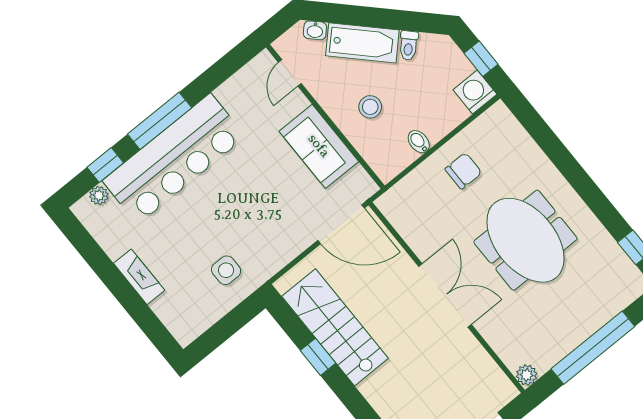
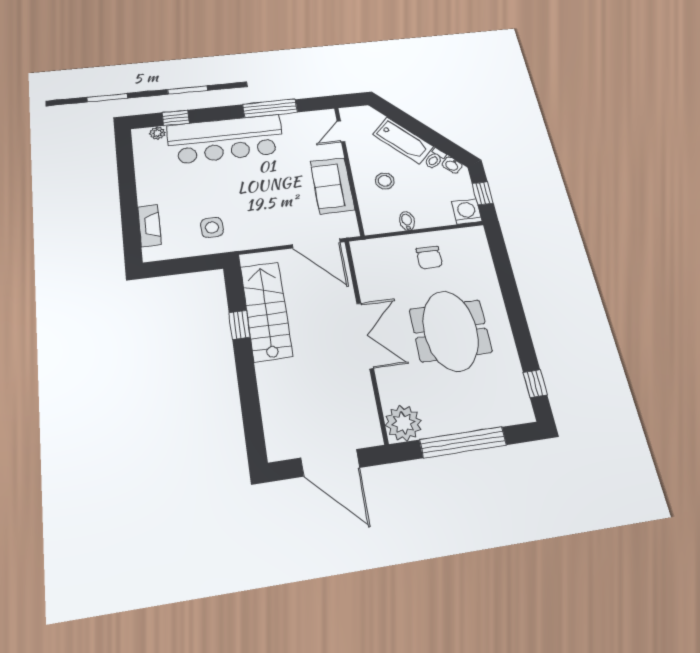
washbasin: (315, 30) -> (452, 165), moved
window: (160, 121) -> (270, 108), moved
chair: (463, 171) -> (429, 258), turned 90
fireplace: (139, 277) -> (149, 225), moved
plant: (527, 375) -> (403, 423), width x1.88, depth x1.88

